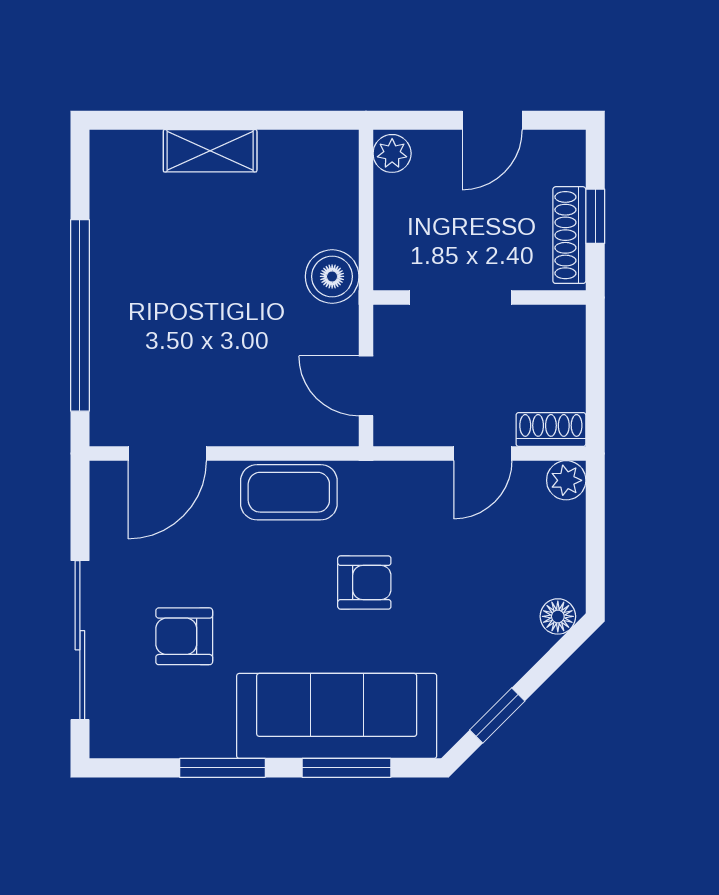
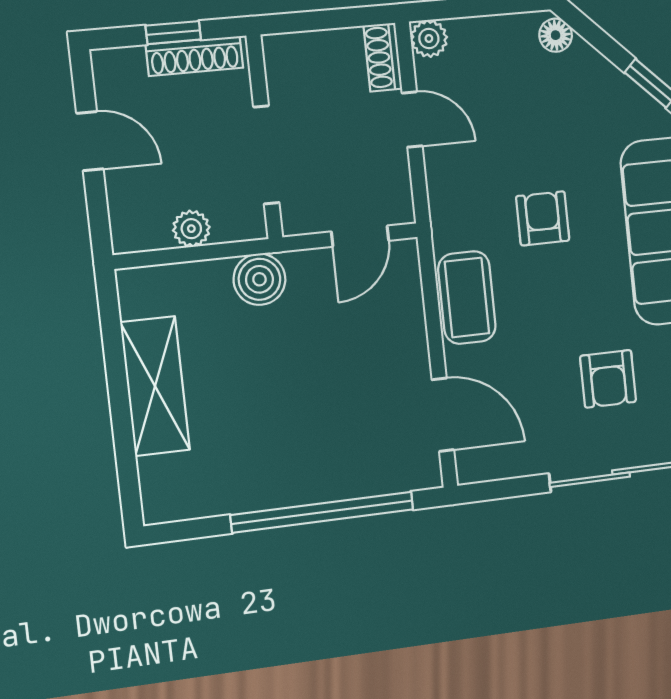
shelving: (210, 151) -> (155, 386), width x1.50, depth x1.33
plant: (392, 153) -> (191, 229), moved

